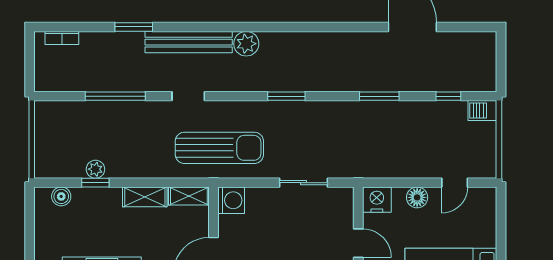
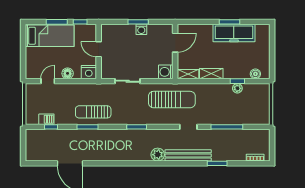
barbecue: (482, 111) -> (46, 119), moved
sun lounger: (368, 124) -> (93, 112), added
sun lounger: (219, 148) -> (172, 100), turned 180

